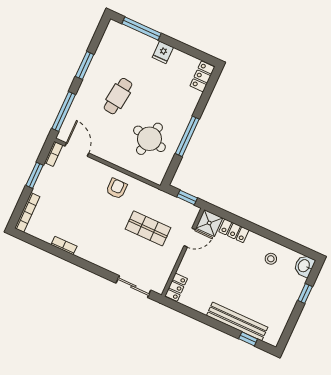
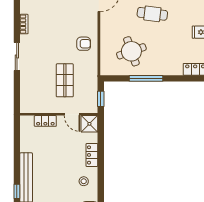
round table: (149, 139) -> (131, 51), turned -31
locker: (234, 231) -> (92, 155), moved
sliding door: (133, 287) -> (17, 57), moved
locker: (176, 287) -> (45, 121), moved

